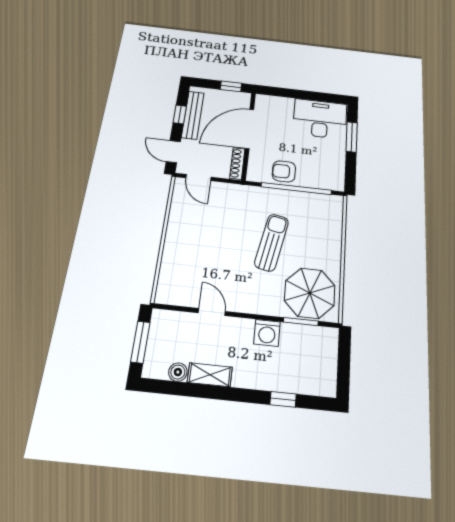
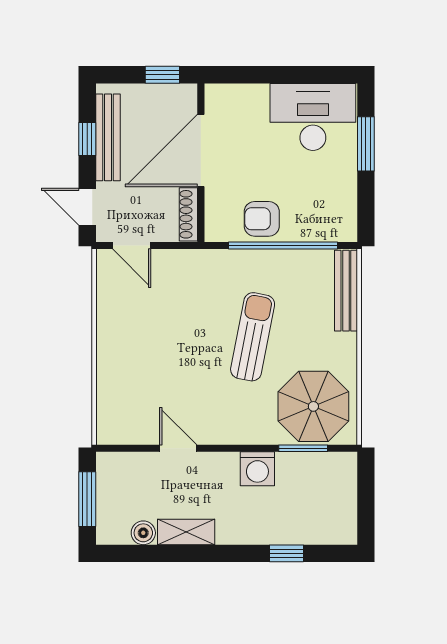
bench: (336, 220) -> (346, 291), added

